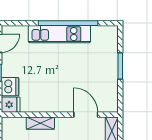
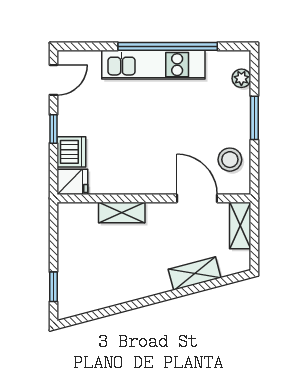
plant: (112, 42) -> (241, 78), added
stool: (105, 91) -> (230, 160), added

